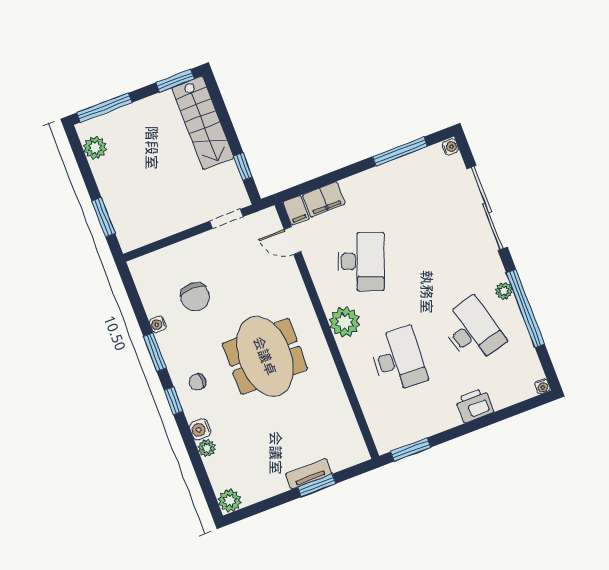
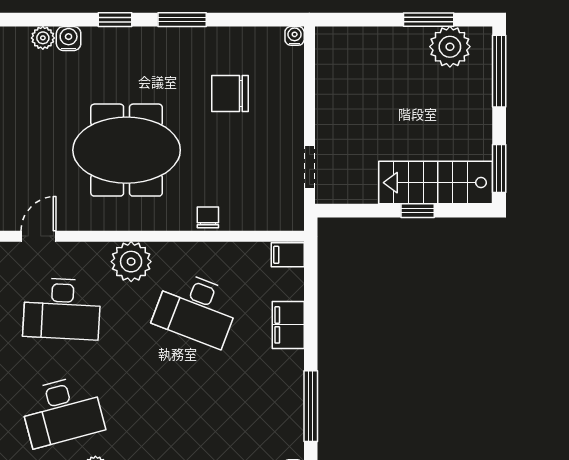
plant: (95, 148) -> (450, 47), width x1.36, depth x1.36
window: (243, 167) -> (418, 211), moved
filing cabinet: (324, 199) -> (288, 325), moved
window: (103, 217) -> (429, 20), moved
door: (292, 241) -> (38, 236), moved
water cooler: (158, 324) -> (295, 36), moved
chair: (197, 382) -> (208, 217), moved

